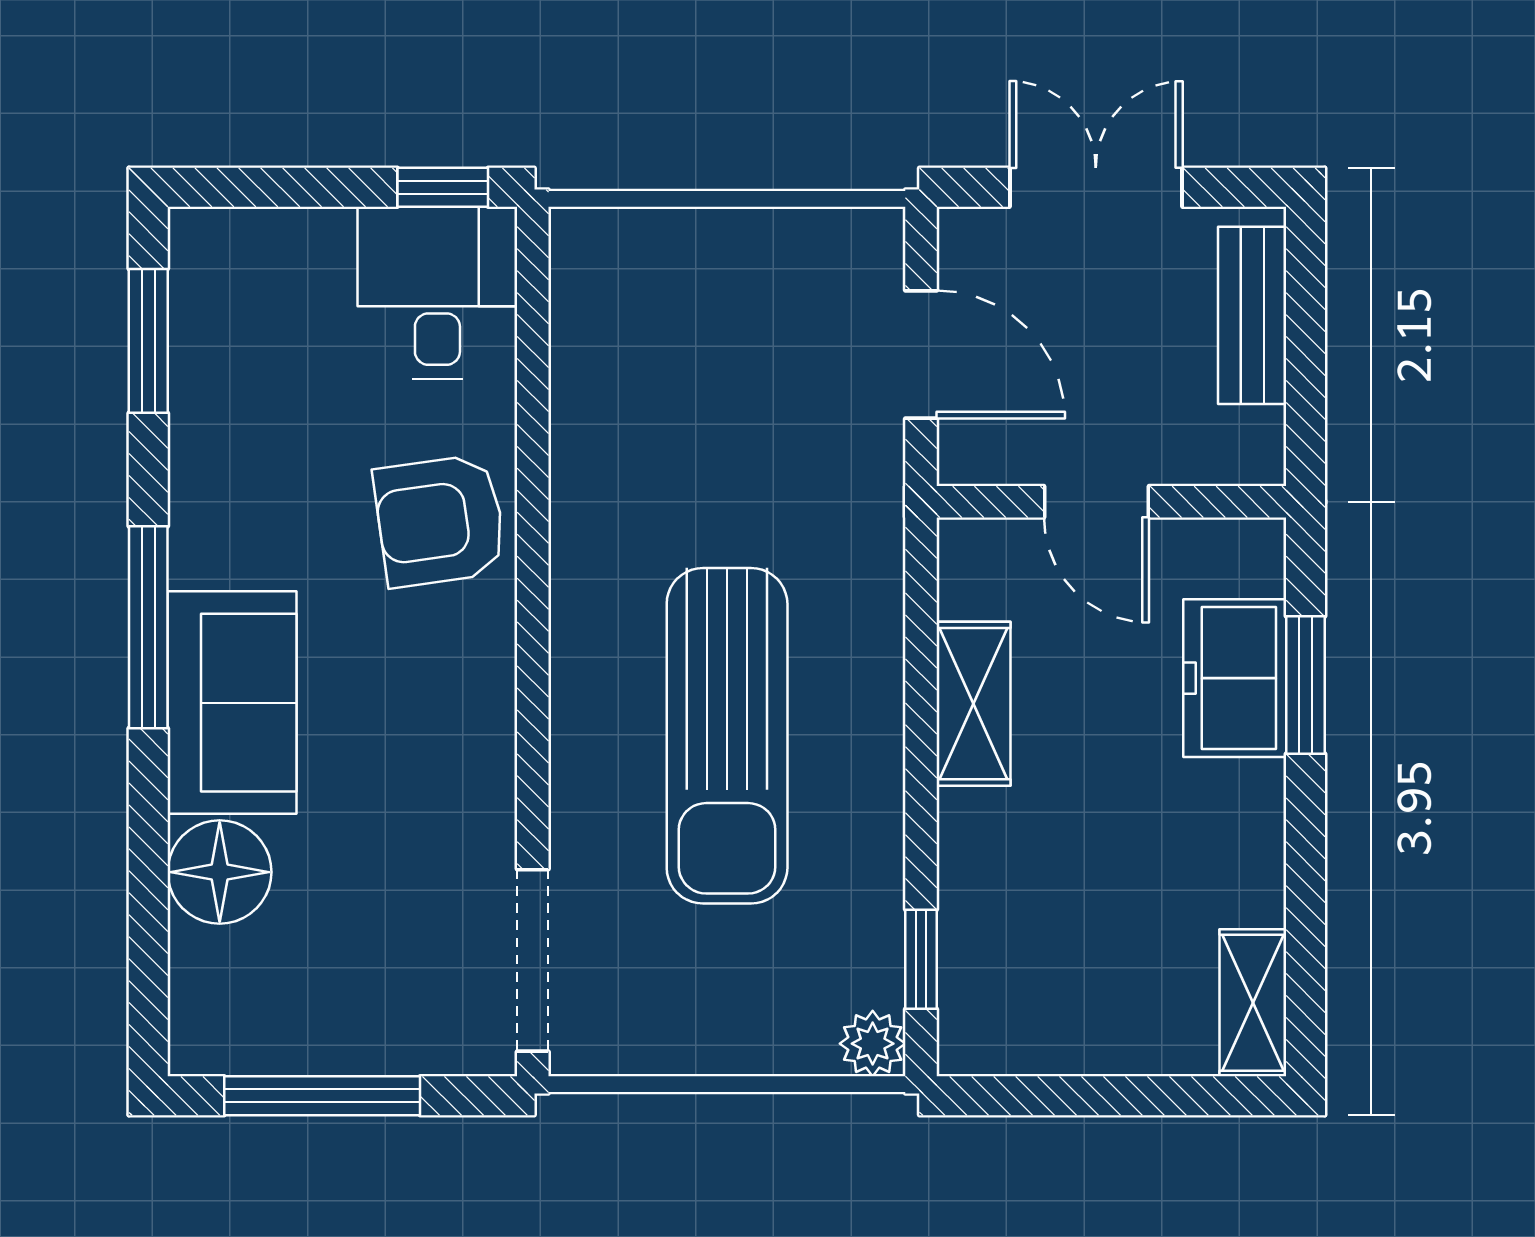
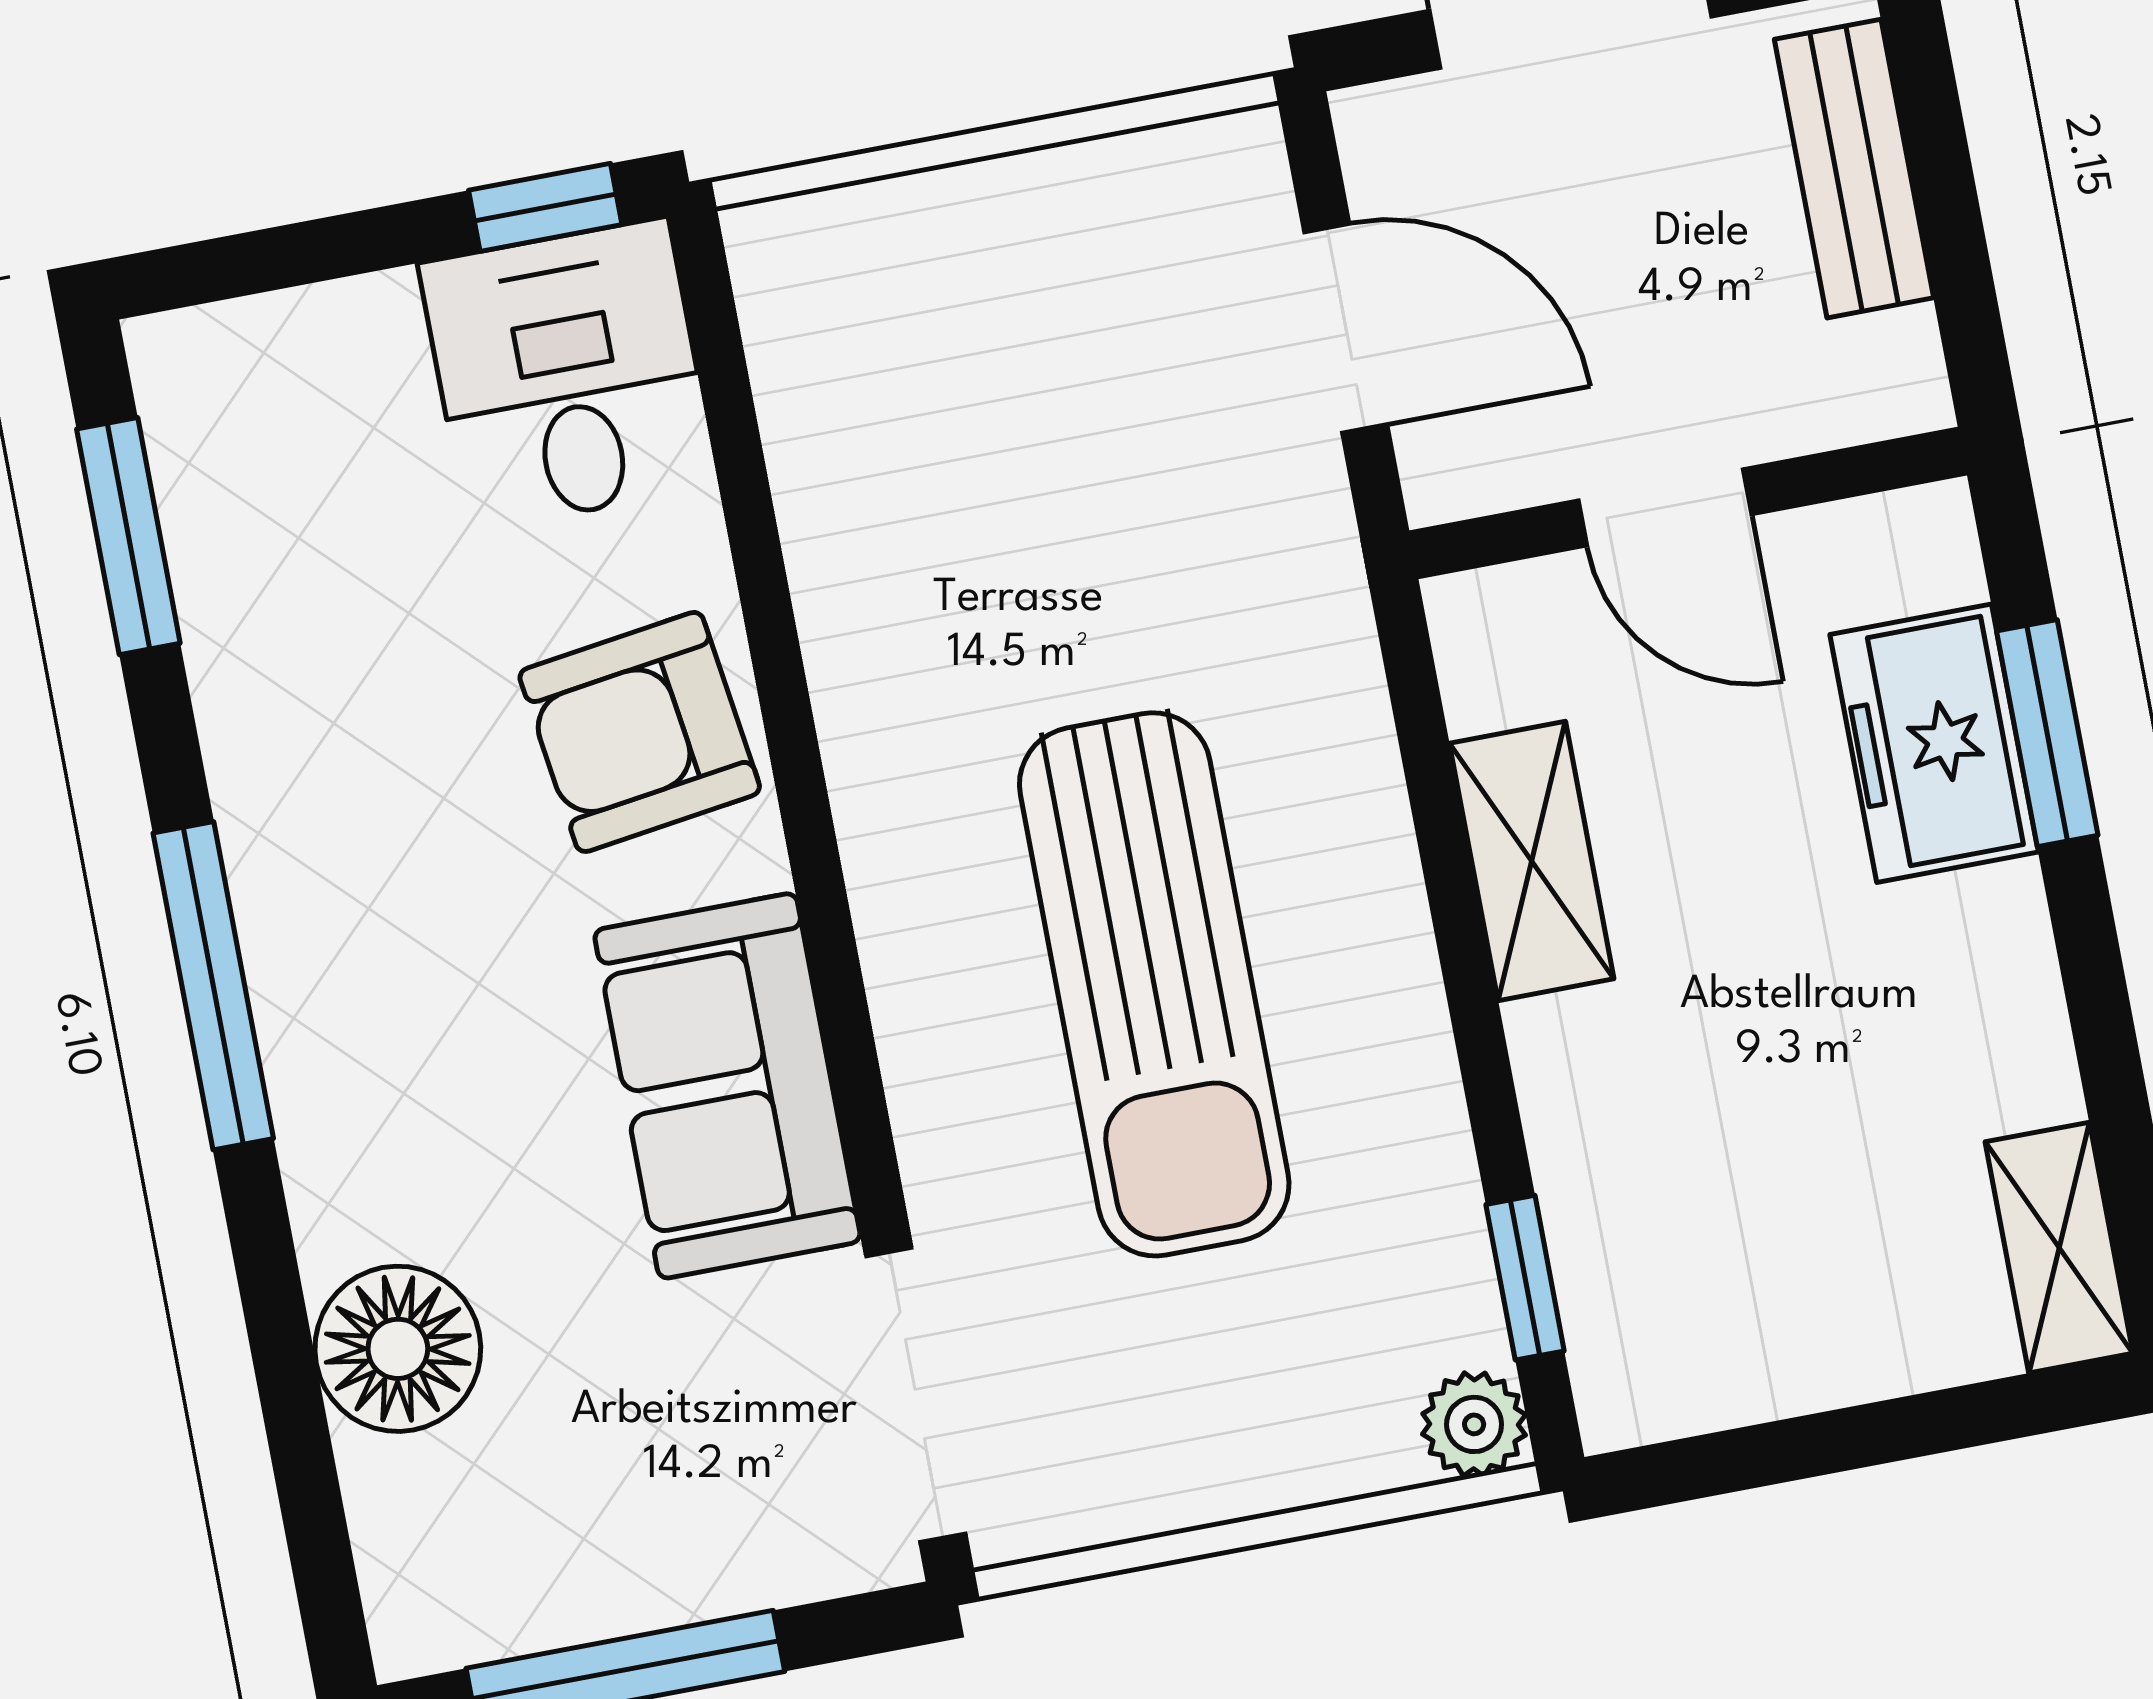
sofa: (232, 703) -> (727, 1086), moved, turned 180

